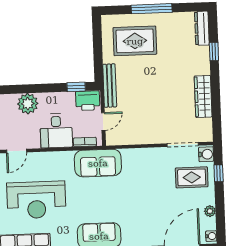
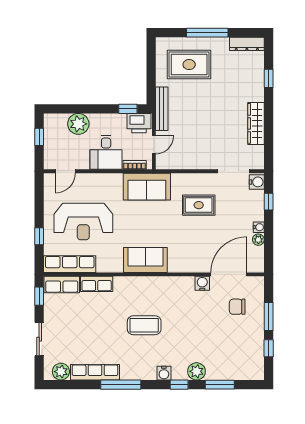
dresser: (202, 28) -> (247, 44), moved, turned -90
rug: (192, 177) -> (199, 205), moved
water cooler: (211, 236) -> (259, 227), moved

